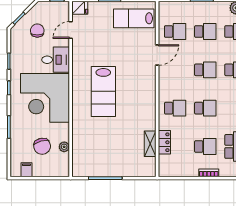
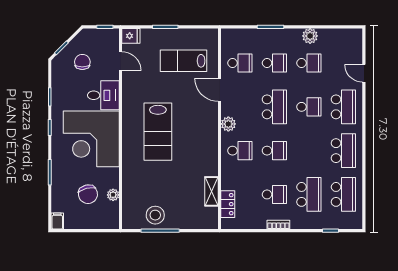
lab bench: (134, 18) -> (184, 61), moved
door: (71, 30) -> (121, 61), swing flipped
door: (157, 55) -> (220, 90), swing flipped
school desk: (205, 70) -> (274, 107), width x1.85
plant: (165, 85) -> (228, 124), added
locker: (164, 142) -> (228, 204), moved
stool: (101, 164) -> (155, 215), added
filing cabinet: (26, 170) -> (57, 221), moved

